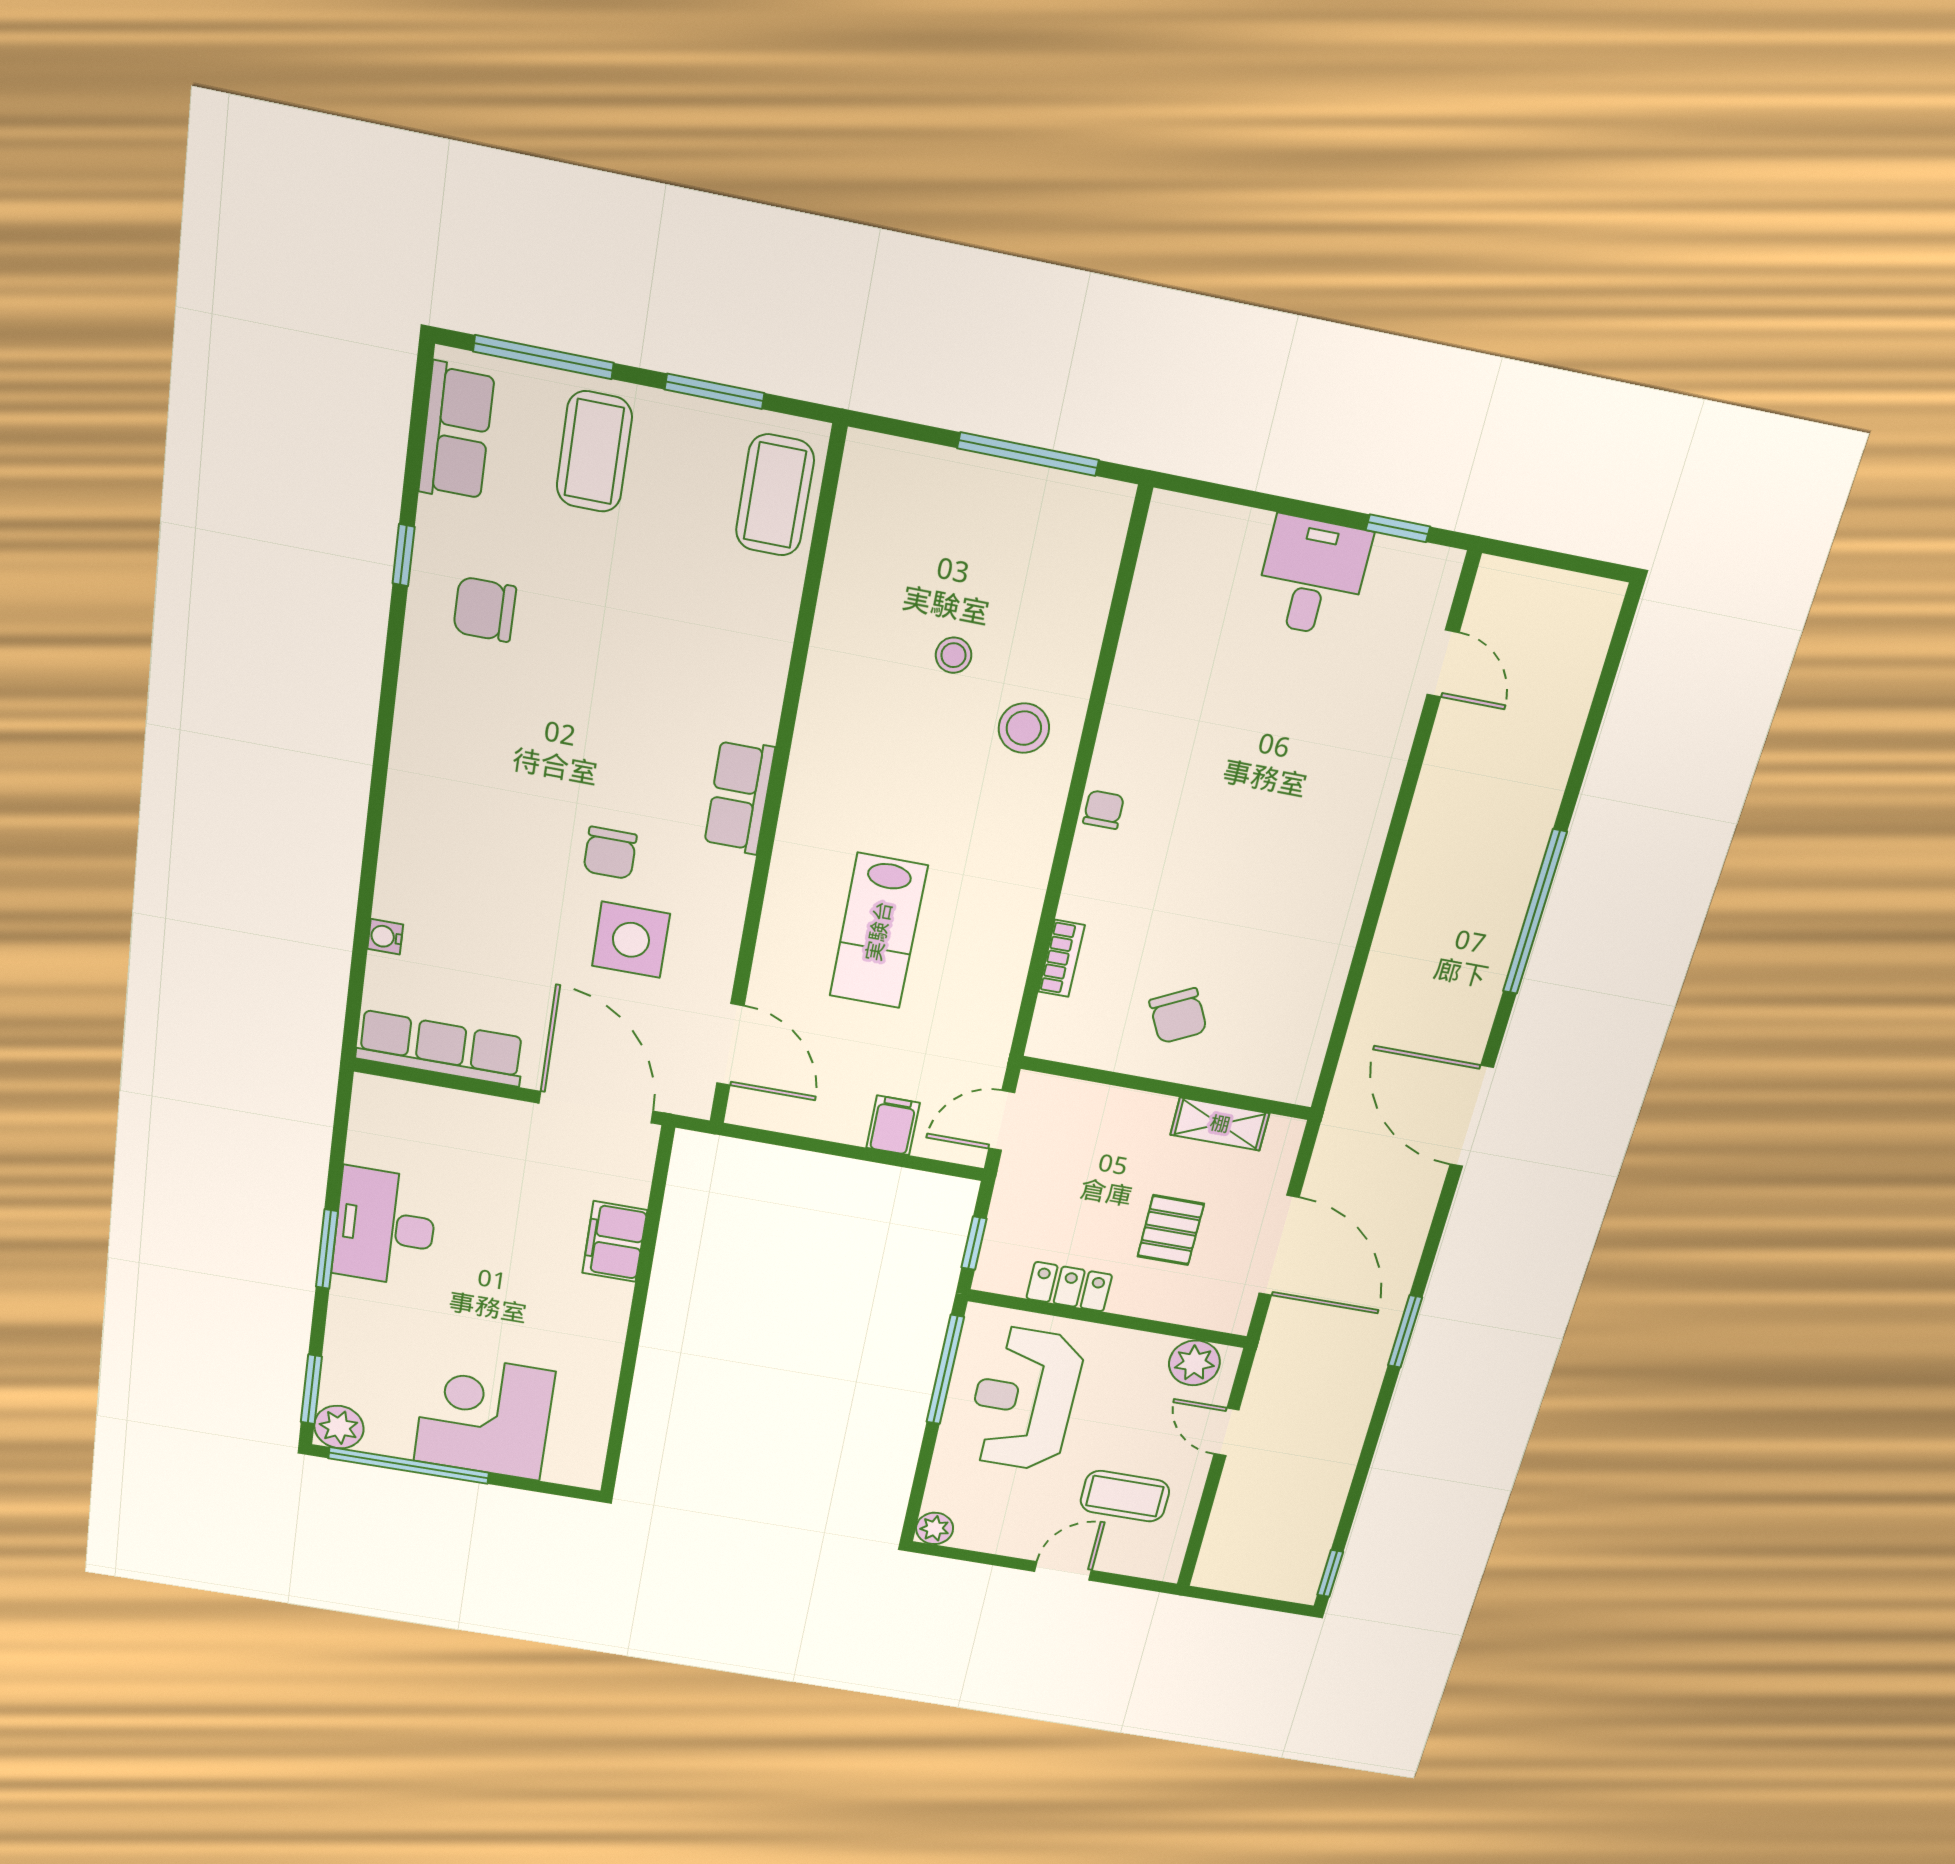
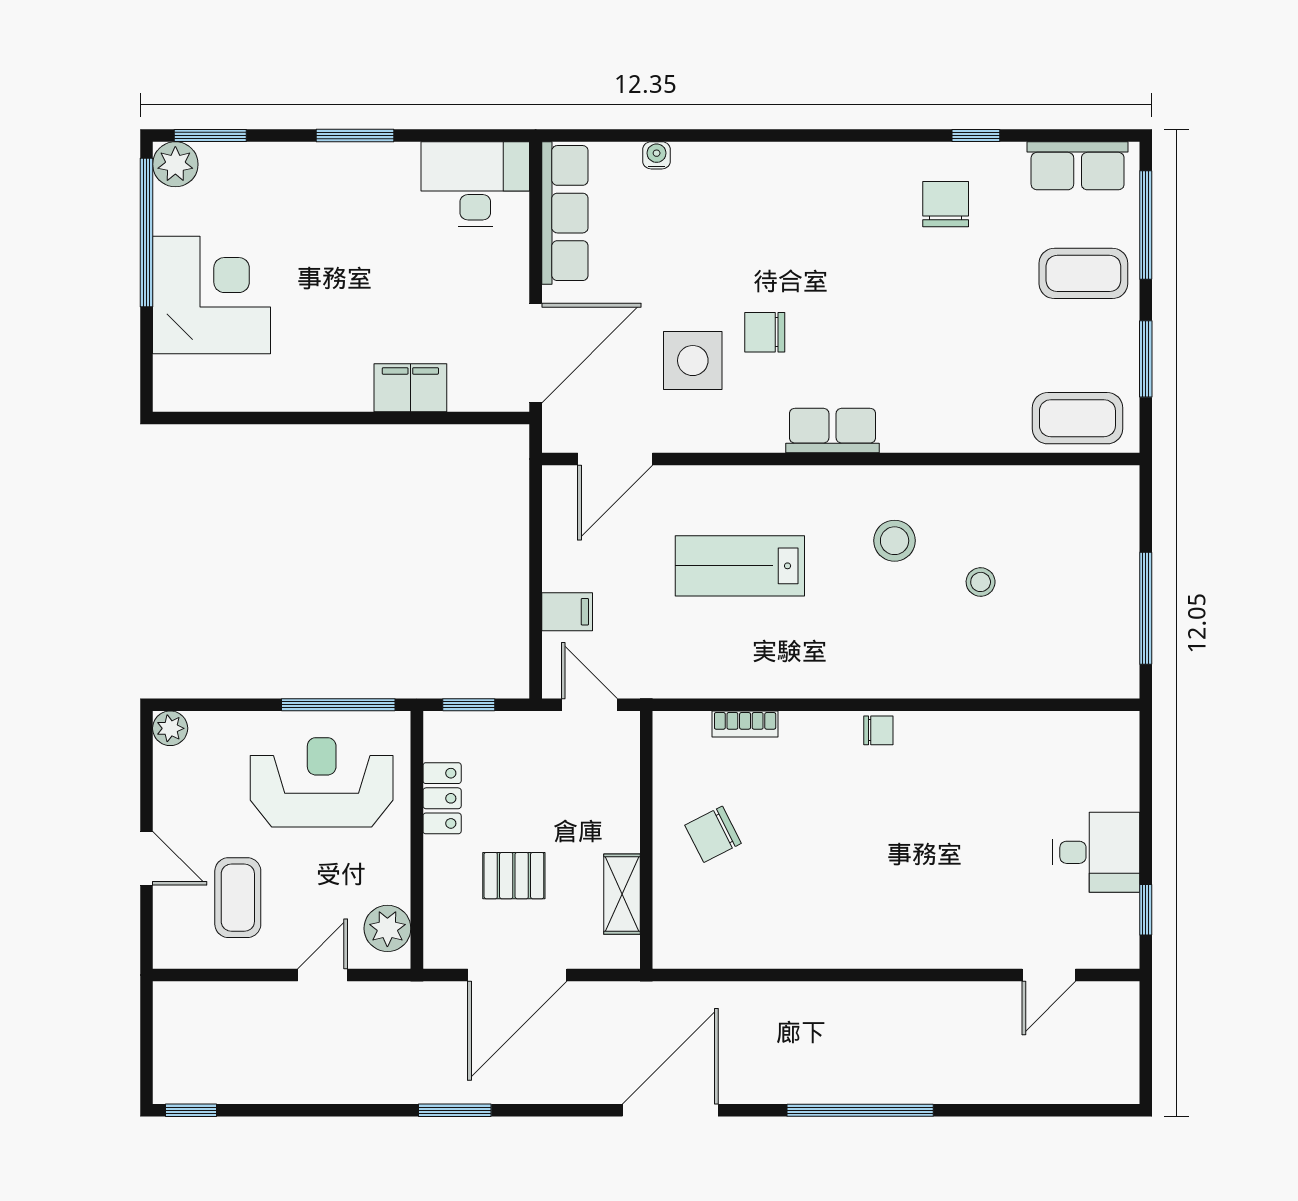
stool: (1024, 728) -> (895, 541), moved
desk: (385, 1227) -> (475, 184), moved

